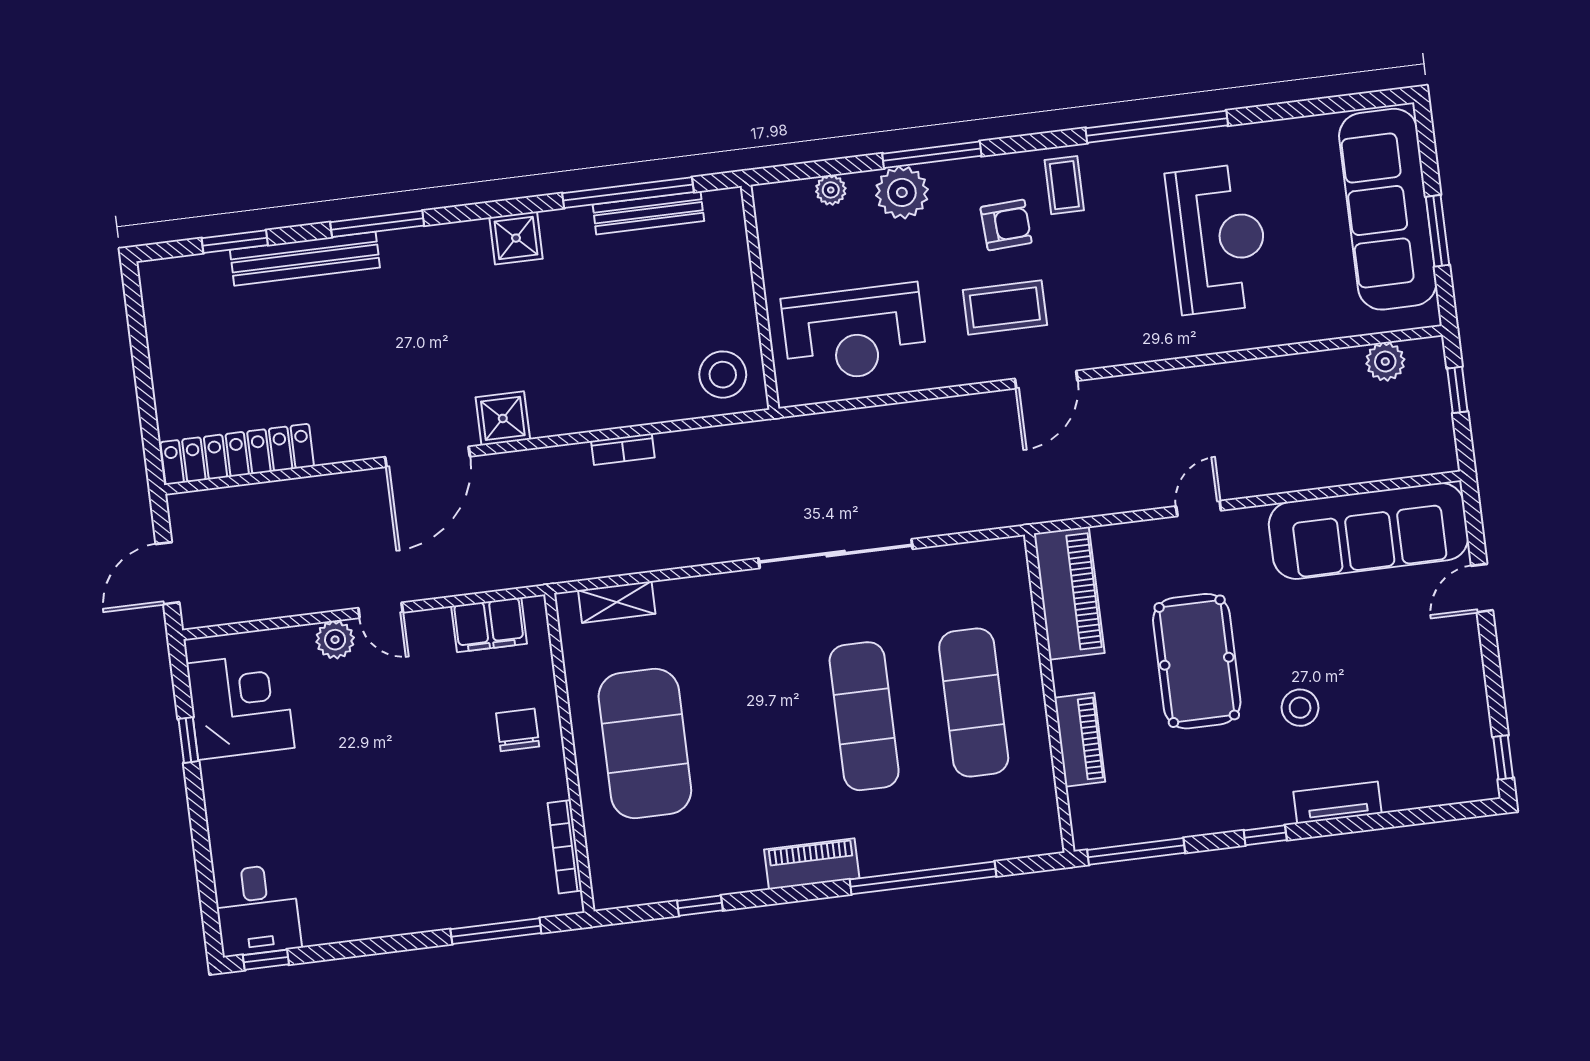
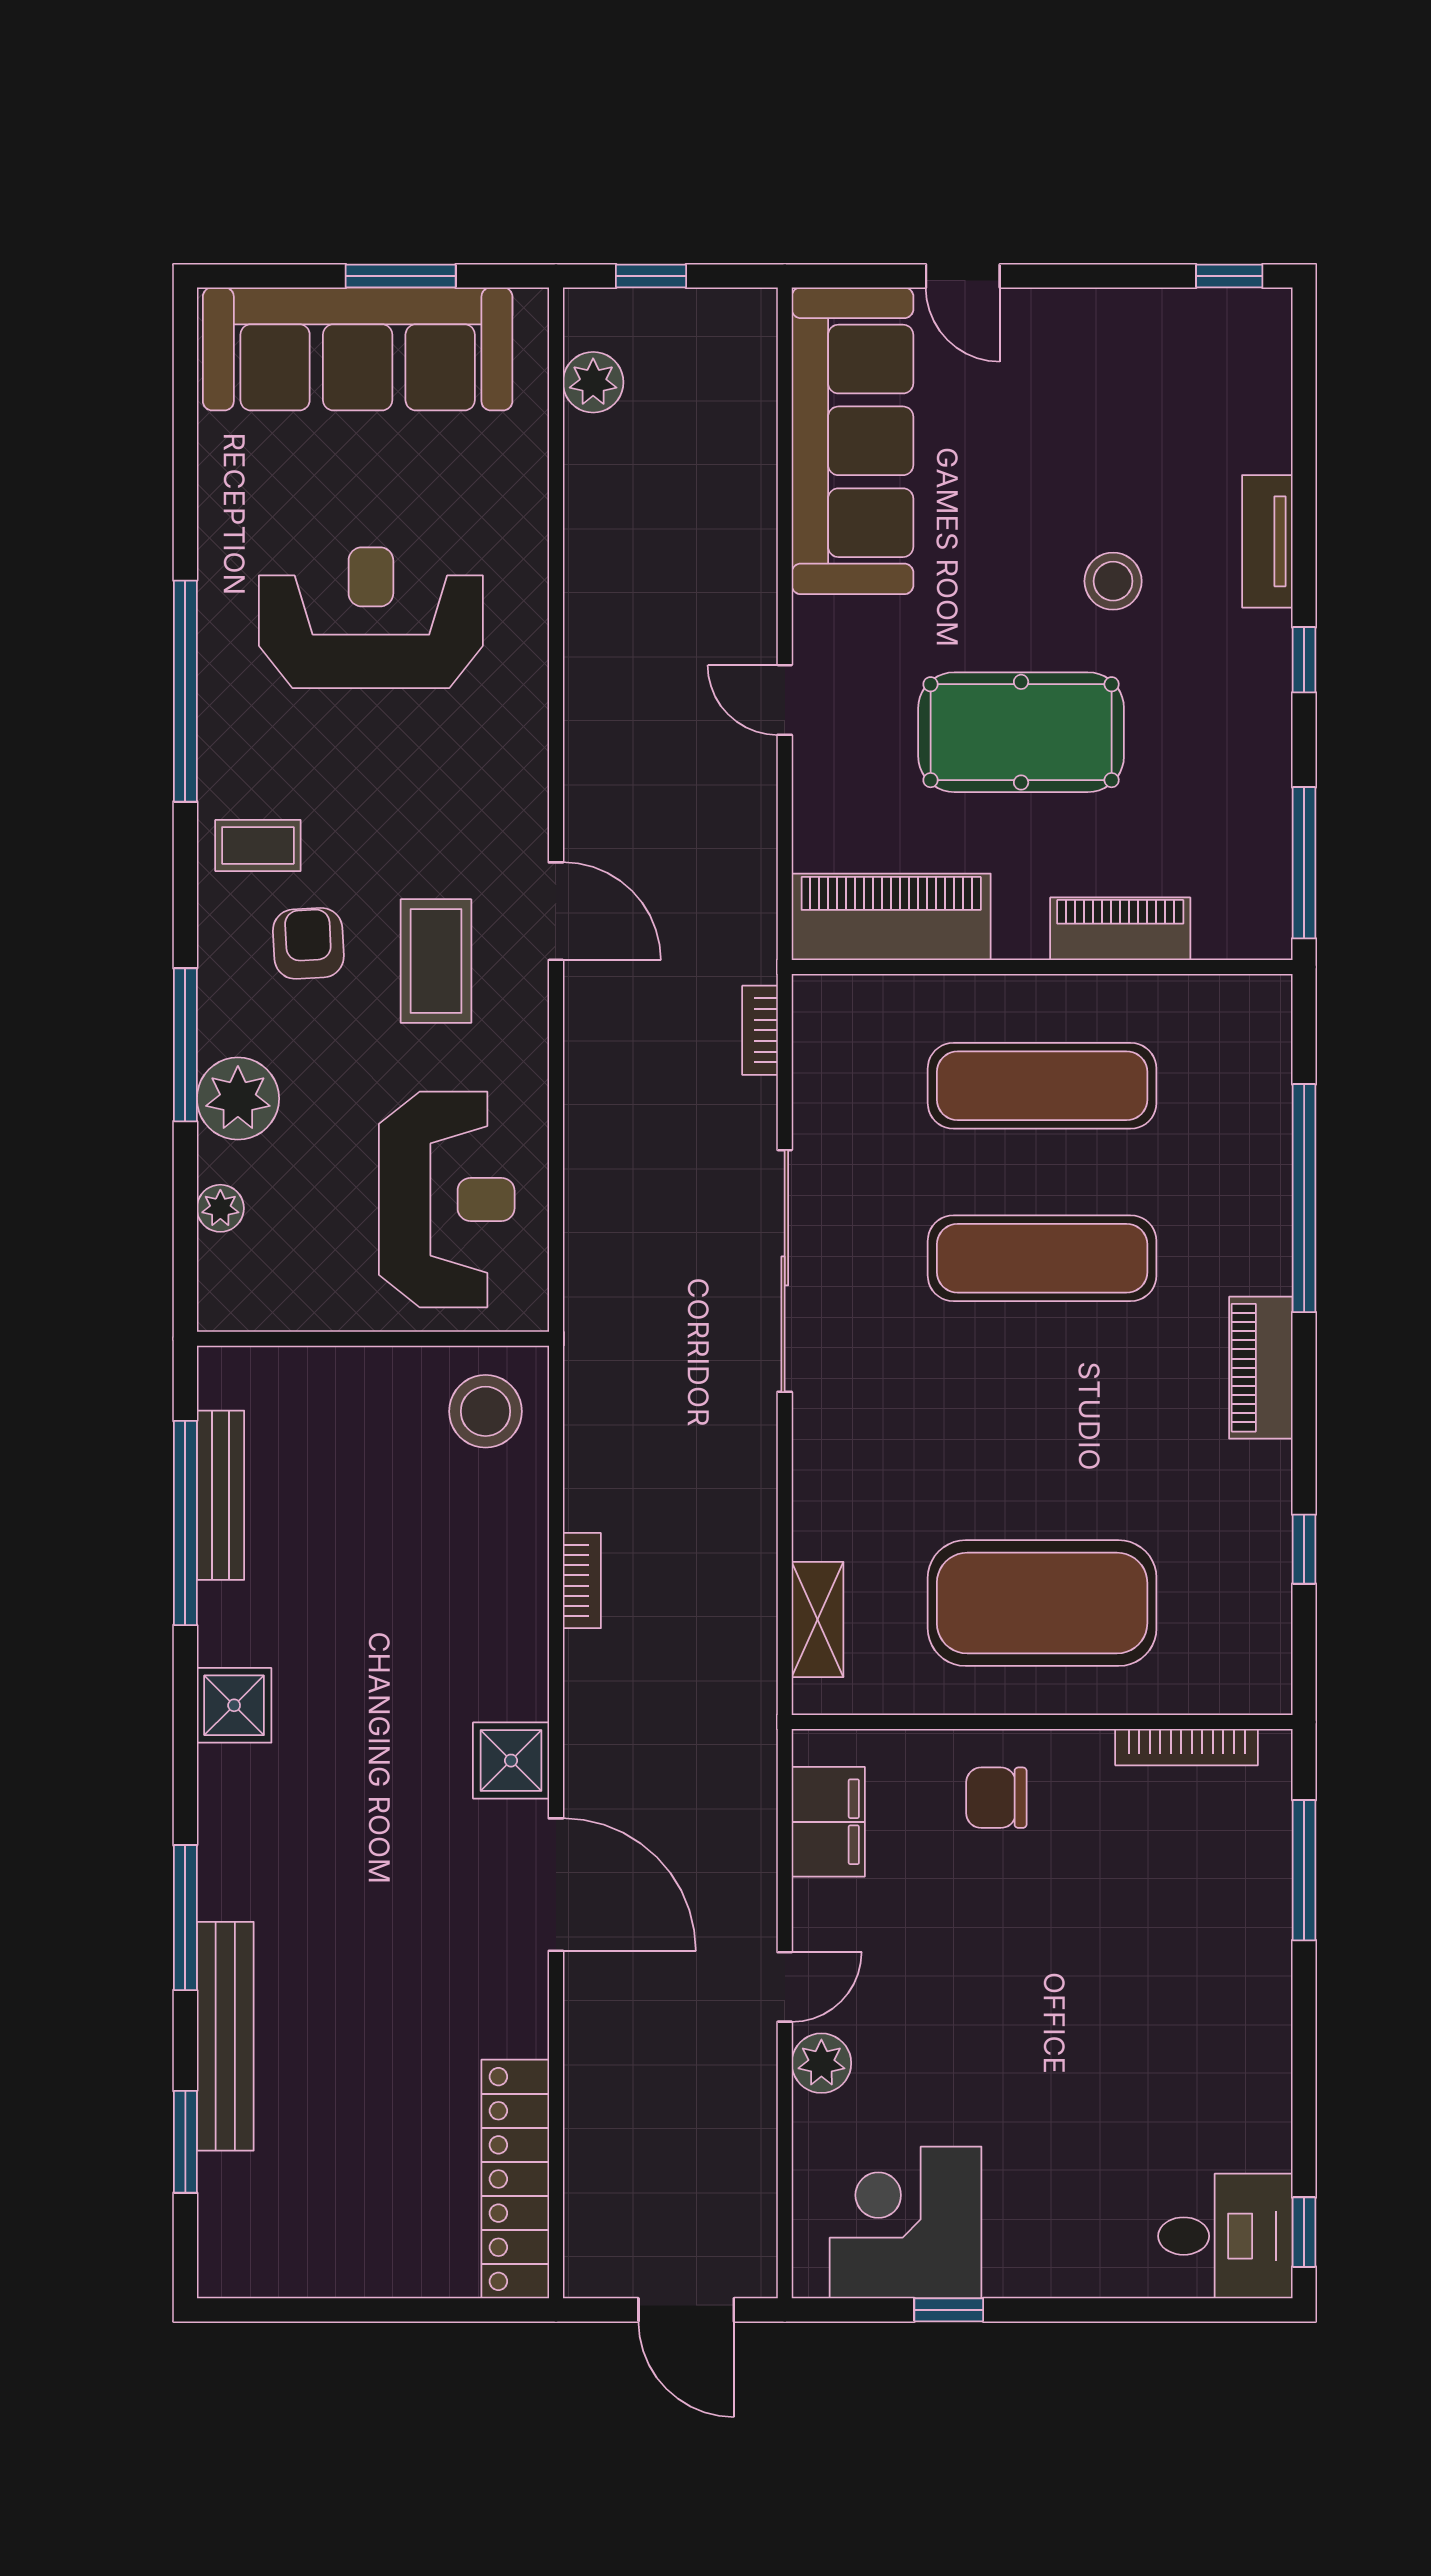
bookcase: (987, 519) -> (760, 1030), added

